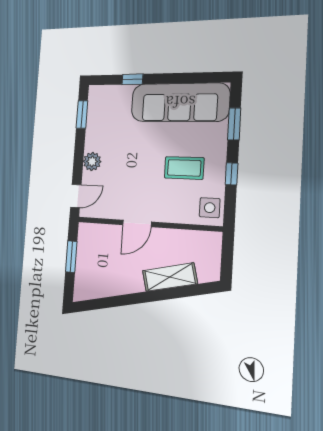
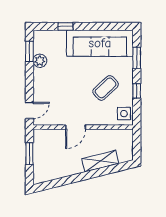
plant: (92, 161) -> (40, 61), moved
coffee table: (184, 168) -> (106, 88), turned -43

